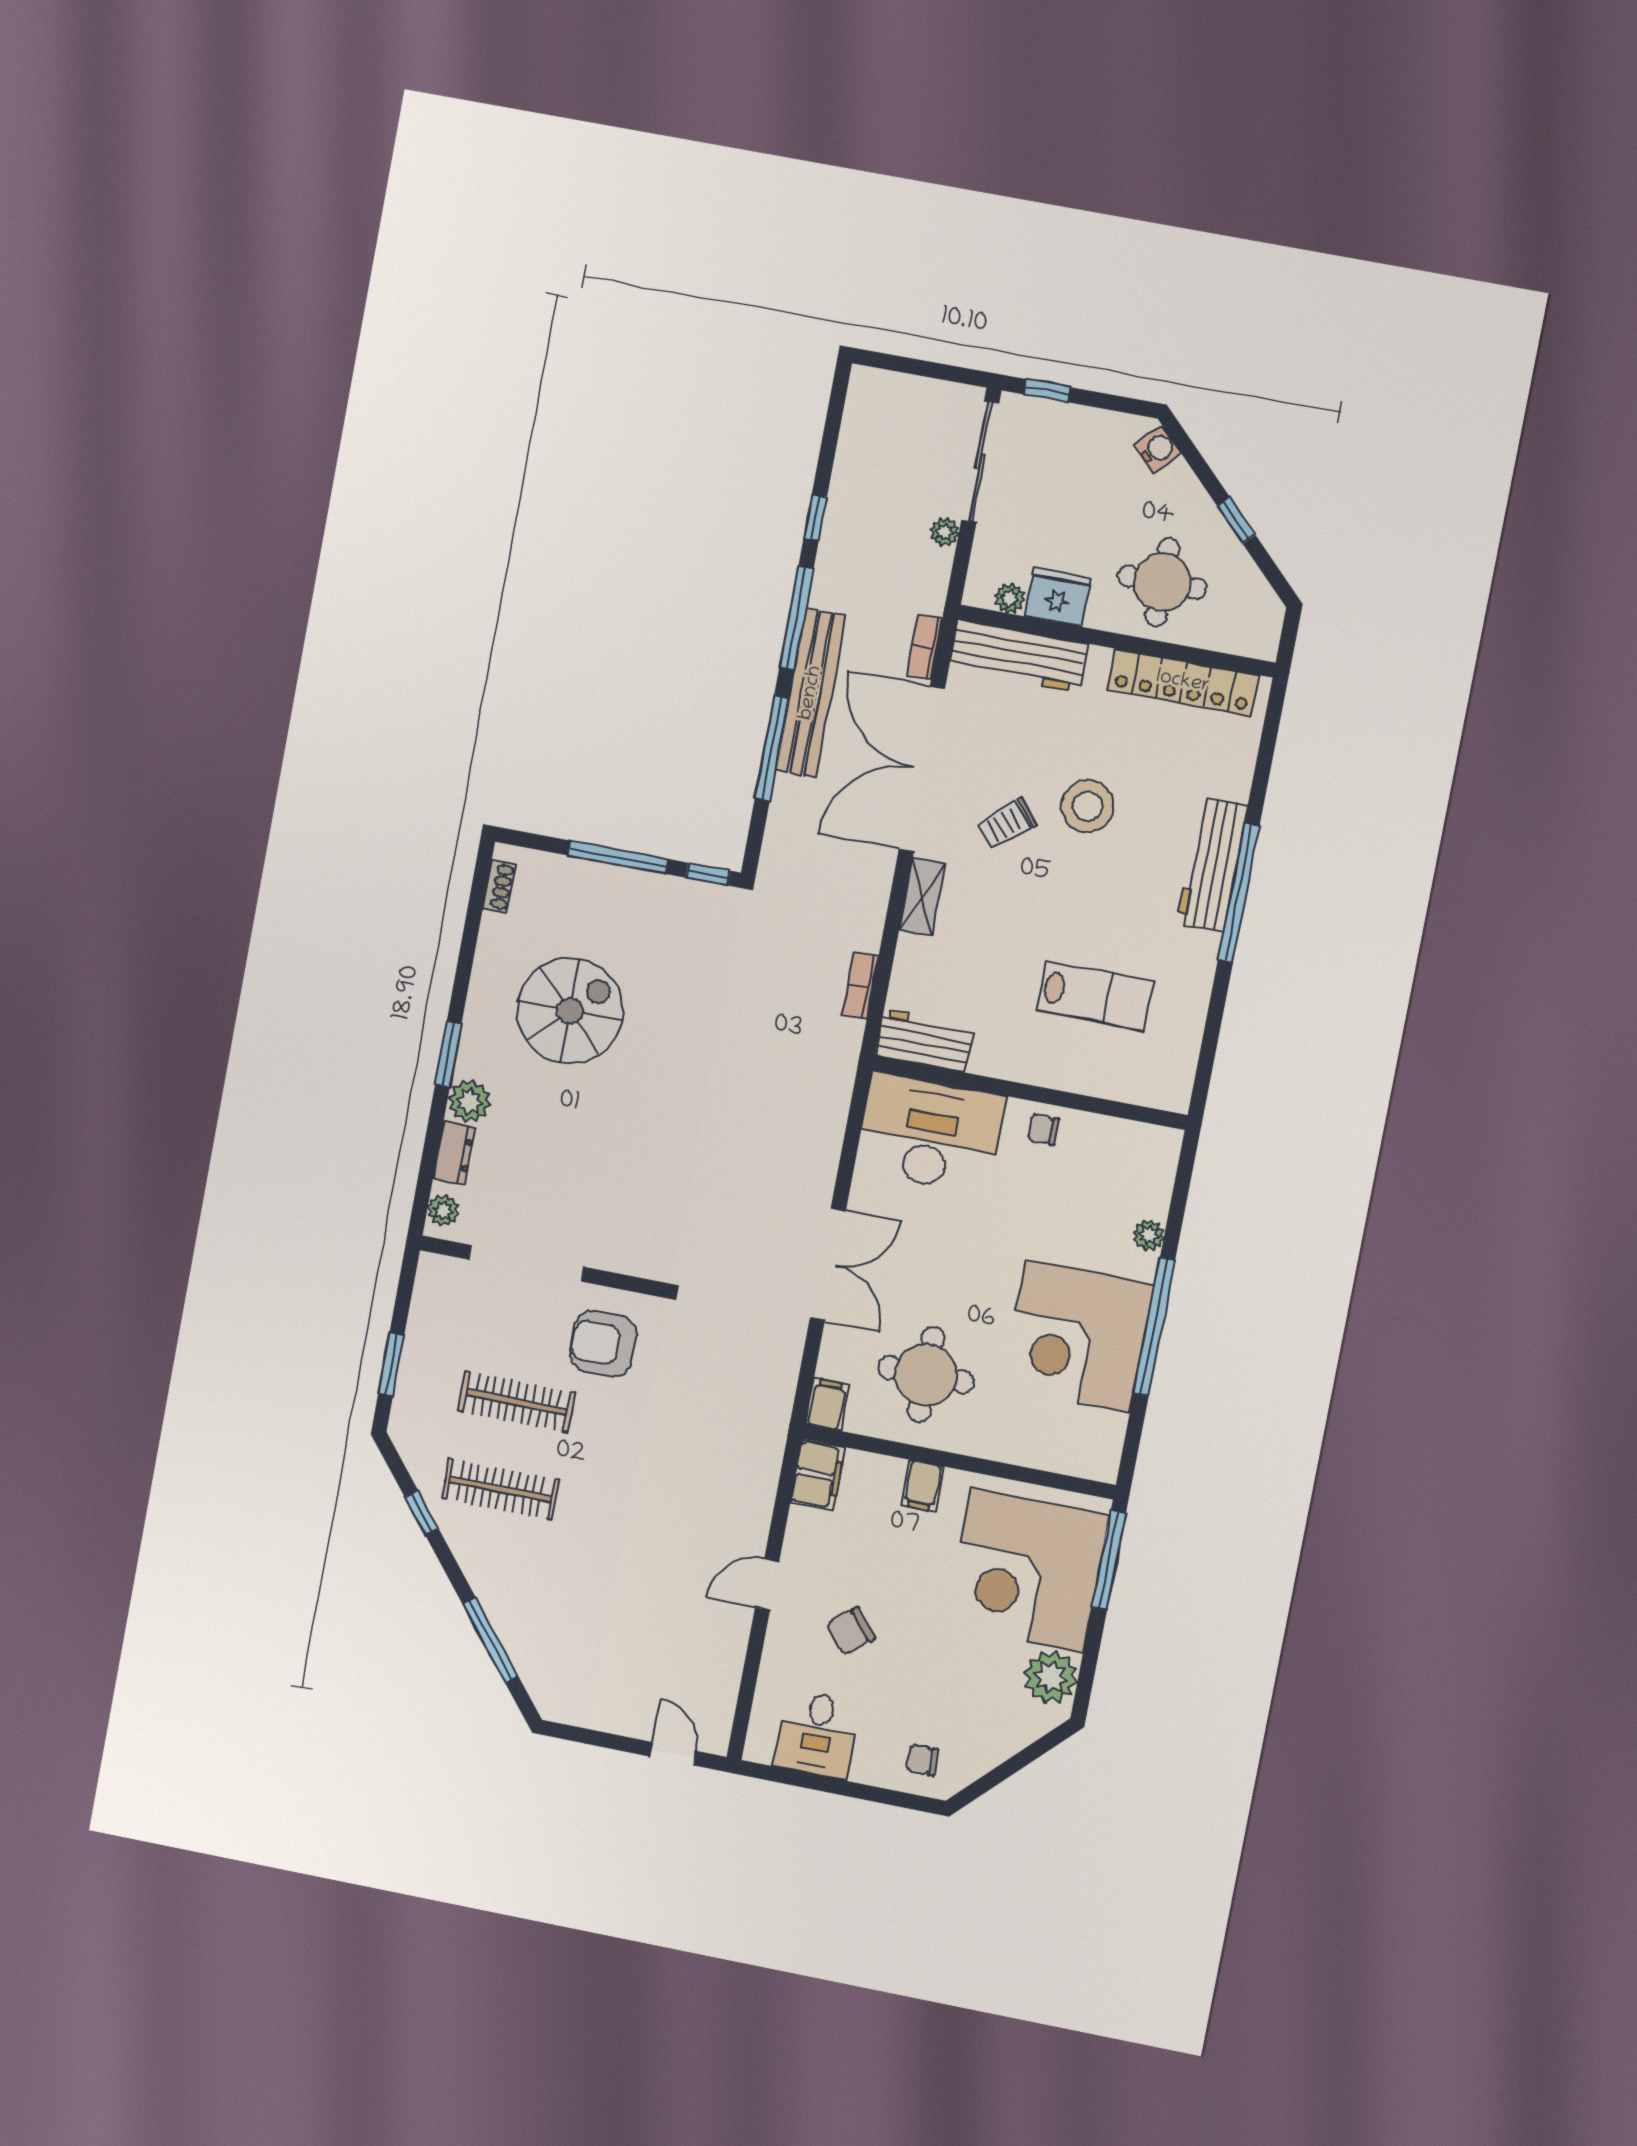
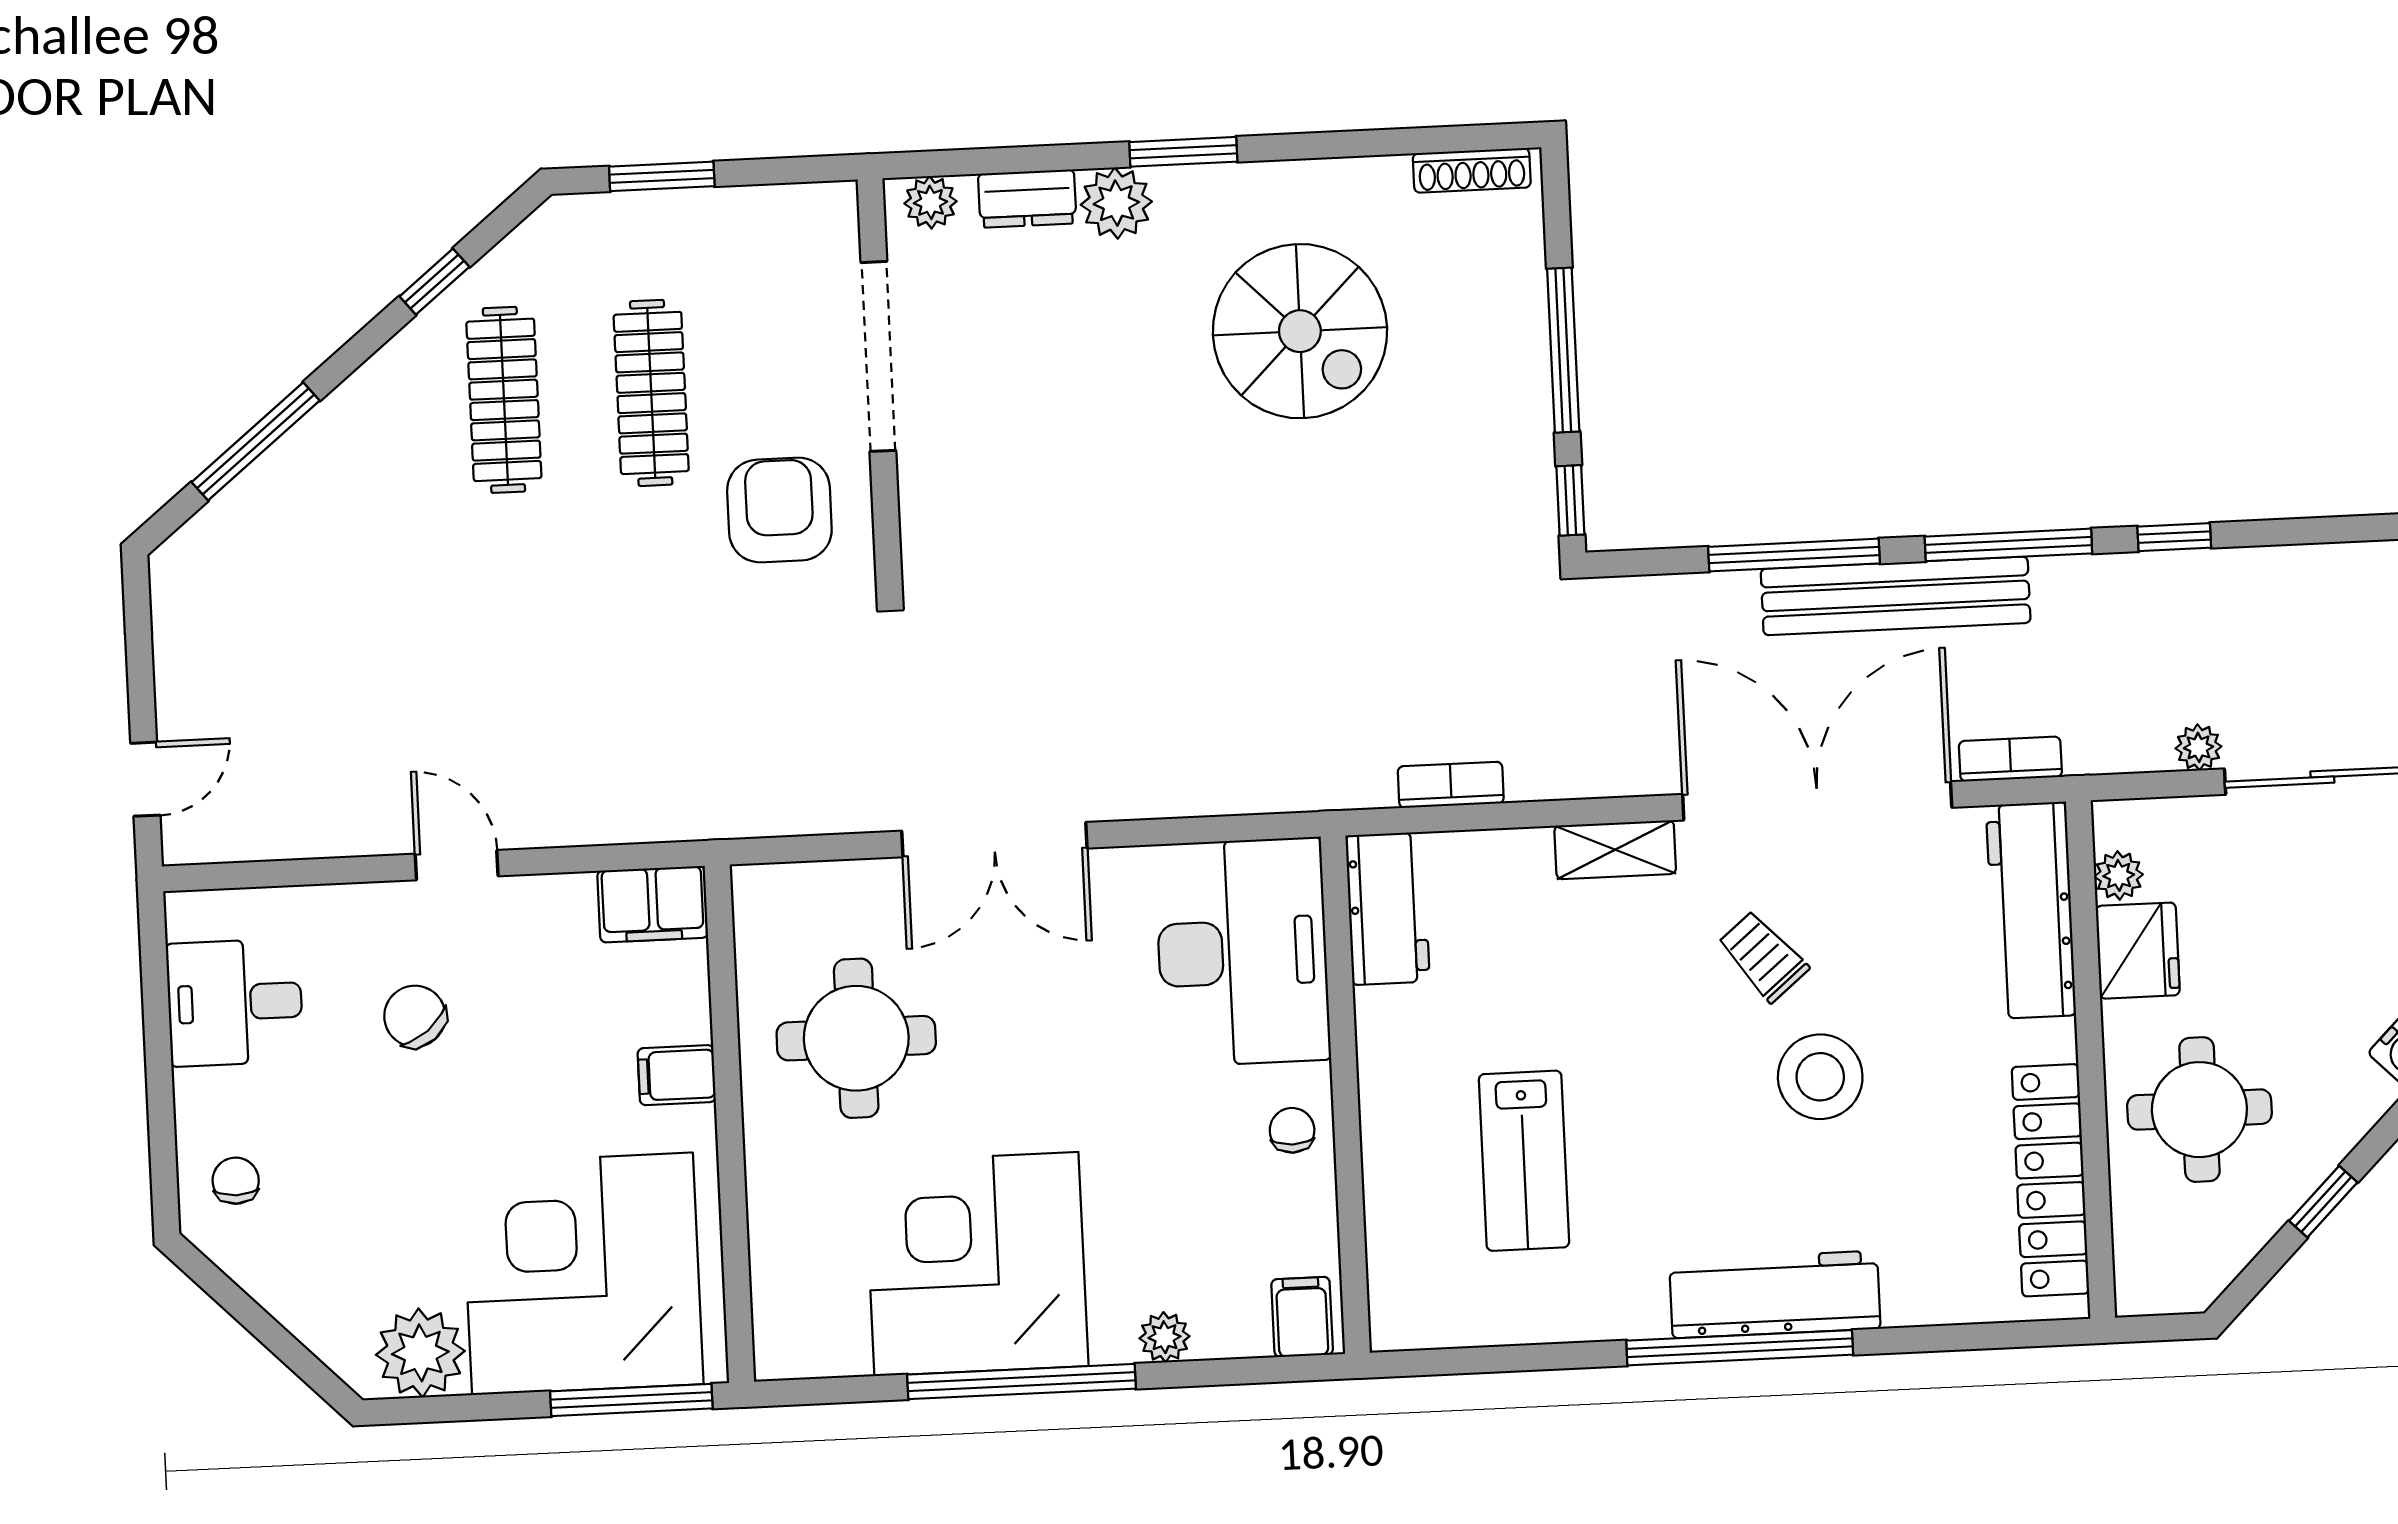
shoe rack: (499, 886) -> (1472, 170), width x1.43
filing cabinet: (827, 1404) -> (1302, 1317), moved, turned -90

